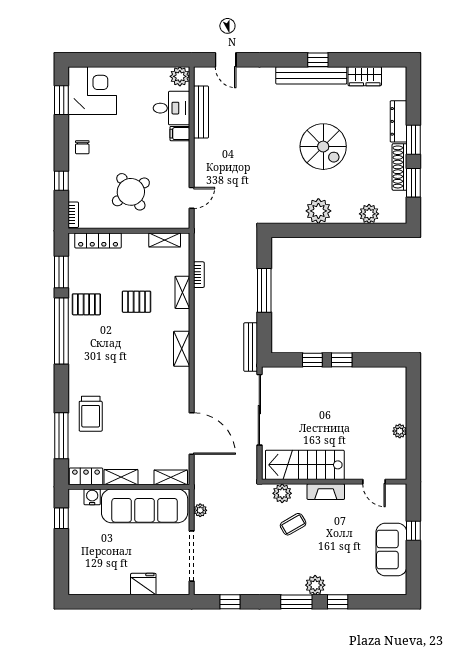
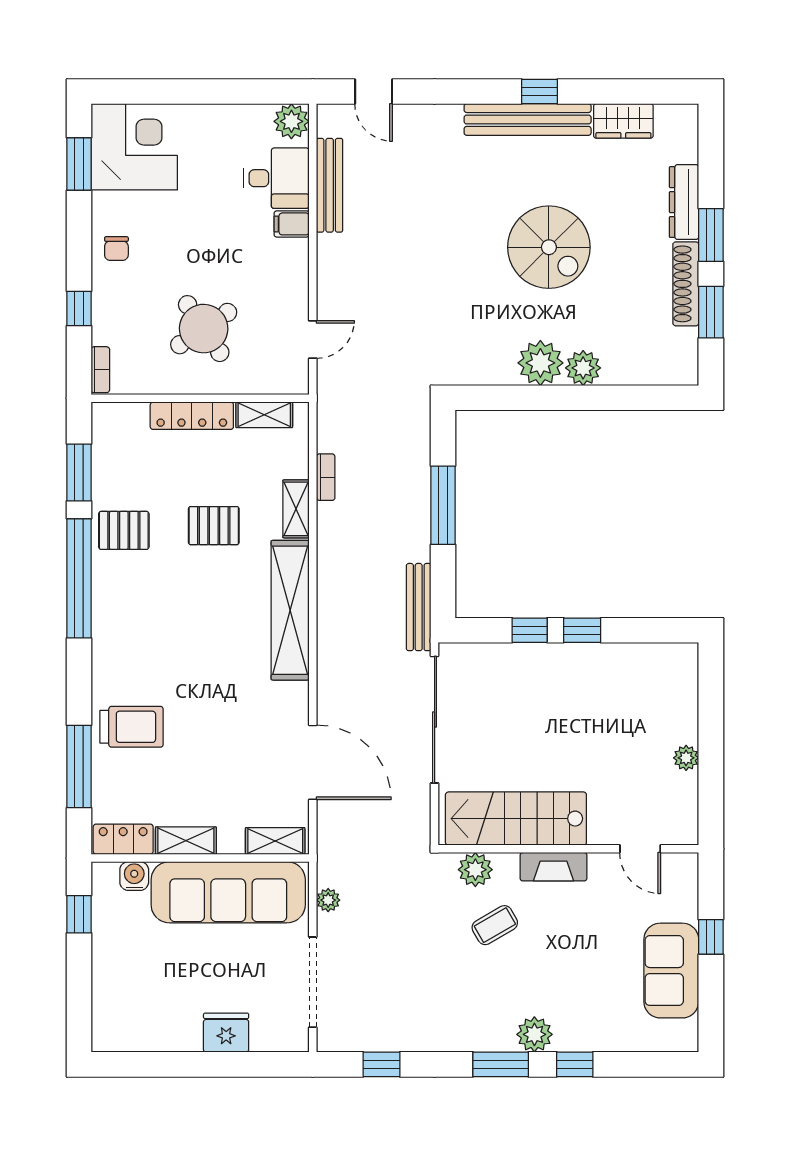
plant: (369, 214) -> (583, 368), moved
locker: (98, 240) -> (192, 416), moved
shelving: (182, 349) -> (290, 610), width x2.20, depth x1.33
trolley: (91, 414) -> (131, 727), turned -90

